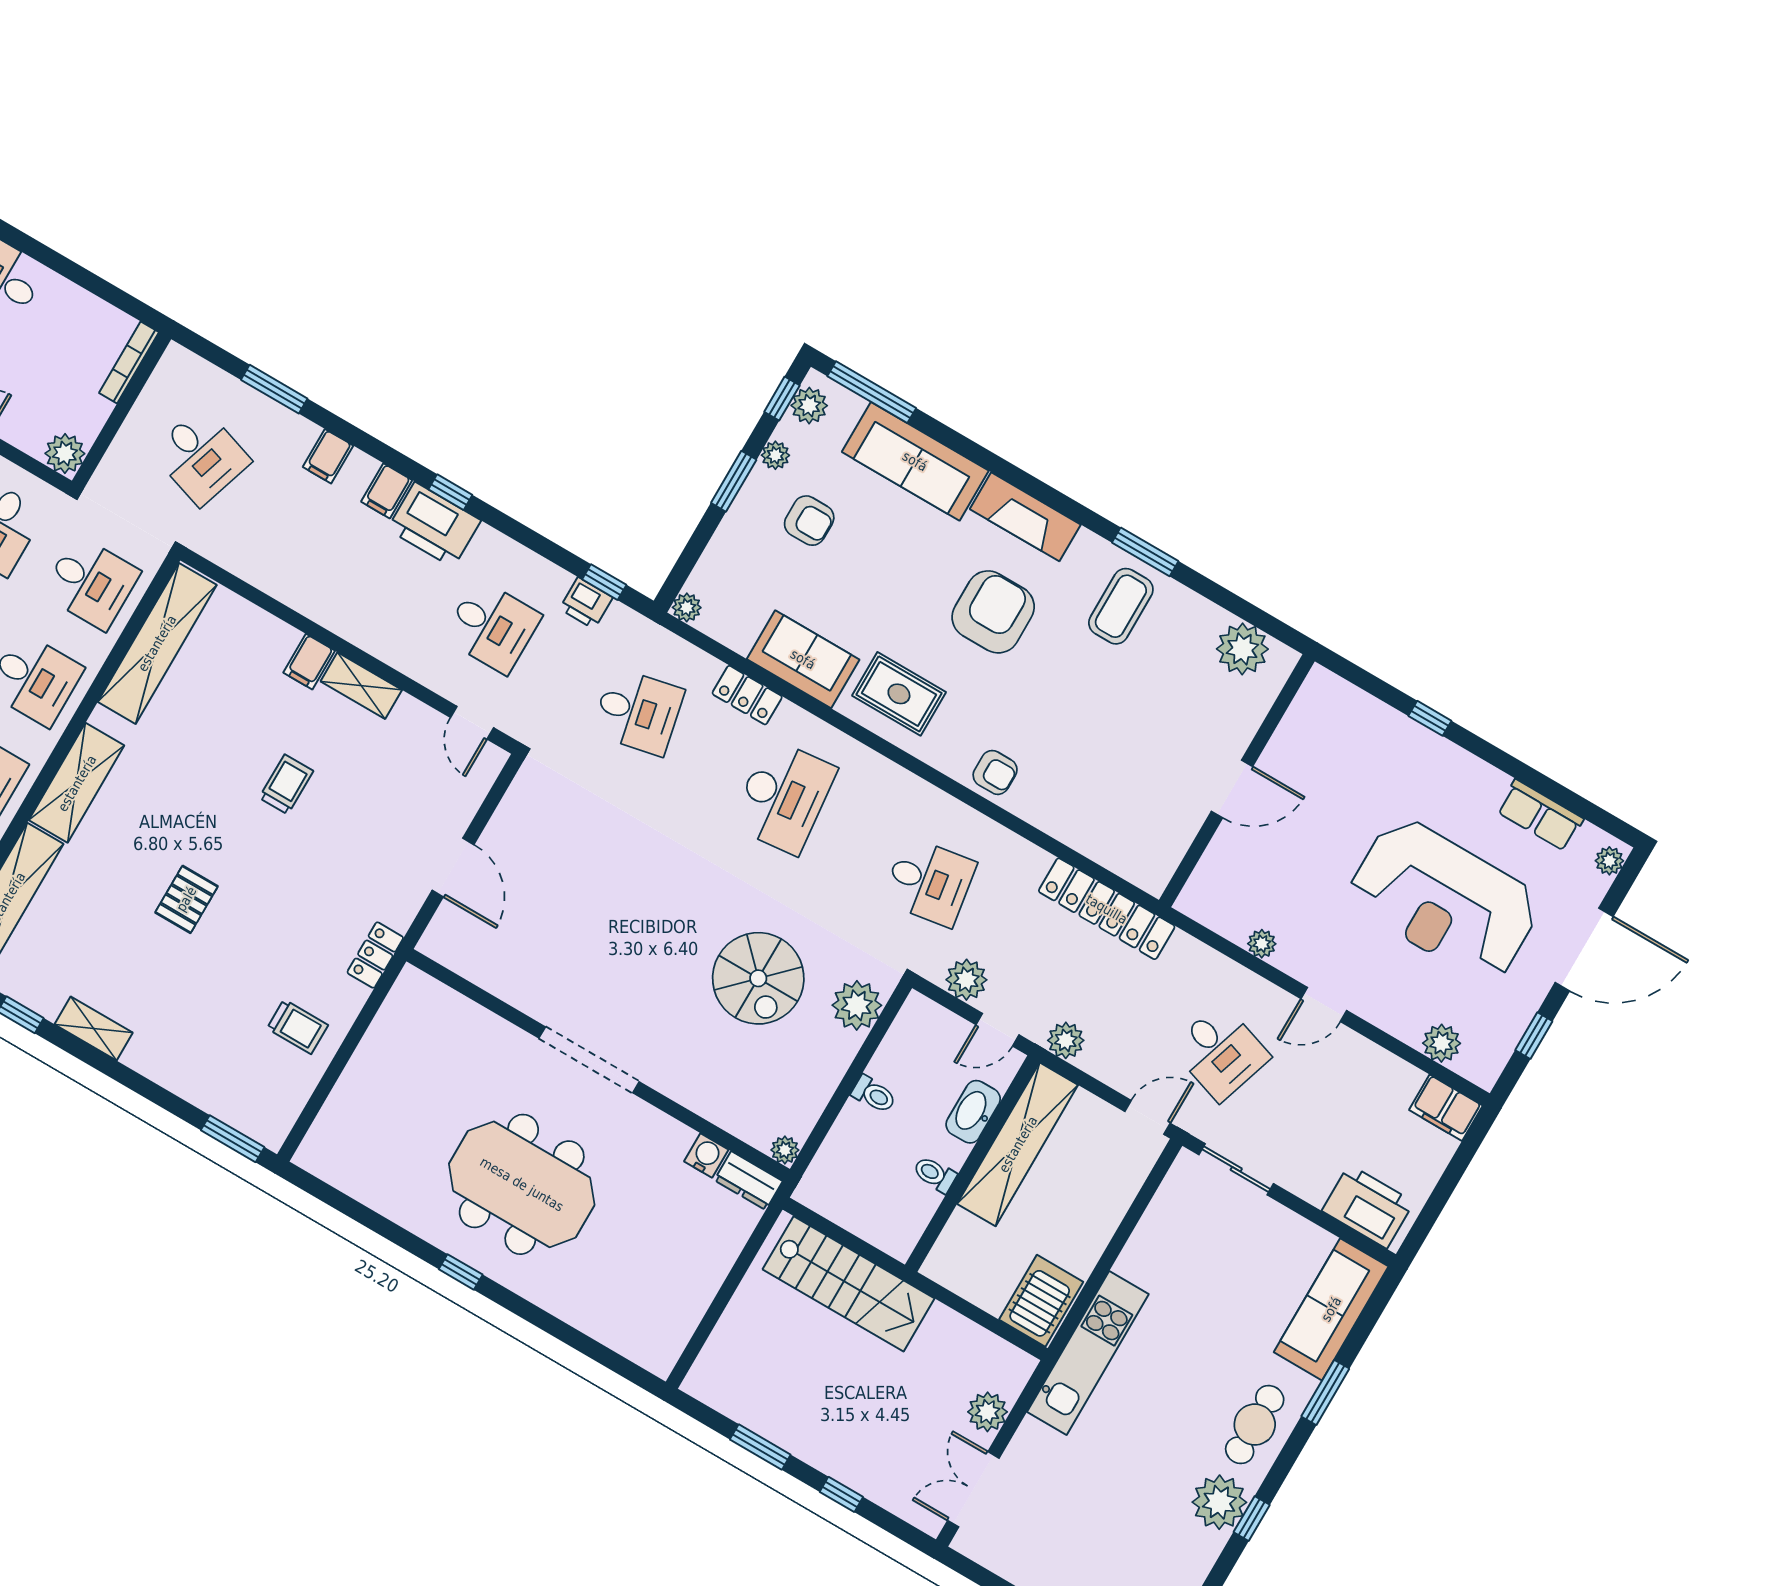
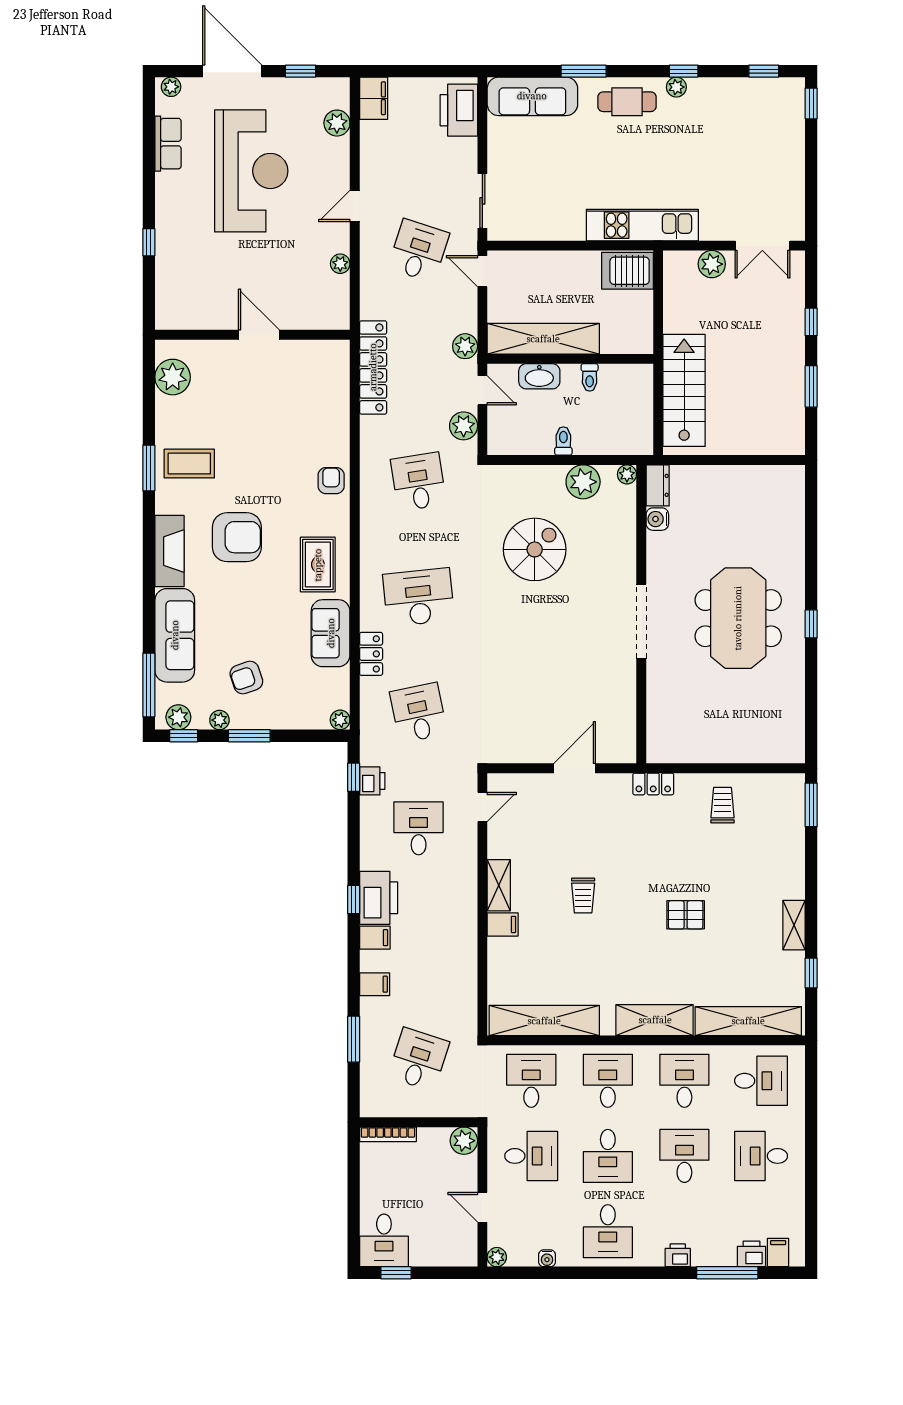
armchair: (809, 521) -> (246, 678), turned -109
armchair: (993, 612) -> (237, 537), turned 180
trolley: (286, 784) -> (583, 896), turned -90
plant: (857, 1005) -> (583, 482), moved
door: (1324, 1005) -> (355, 206), swing flipped
plant: (1219, 1502) -> (676, 87), width x0.53, depth x0.53

